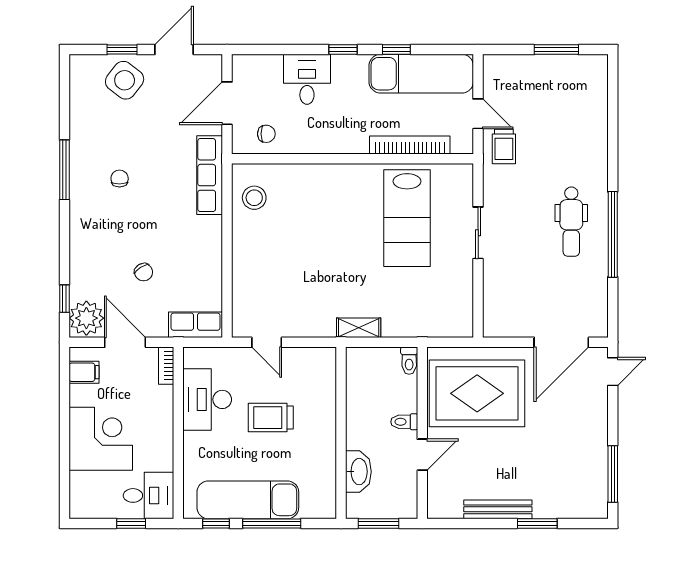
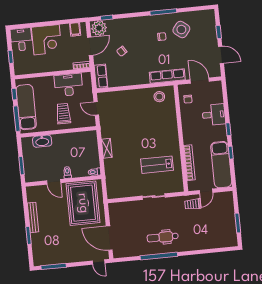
side table: (125, 80) -> (181, 30), moved
lab bench: (407, 218) -> (157, 165), width x0.73, depth x0.72
door: (267, 342) -> (96, 108), hinge flipped
wall: (341, 433) -> (58, 132), moved
washbasin: (358, 472) -> (42, 141), moved
desk: (149, 495) -> (21, 39), moved, turned 180

